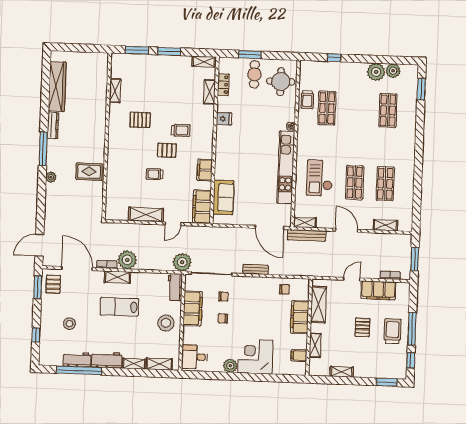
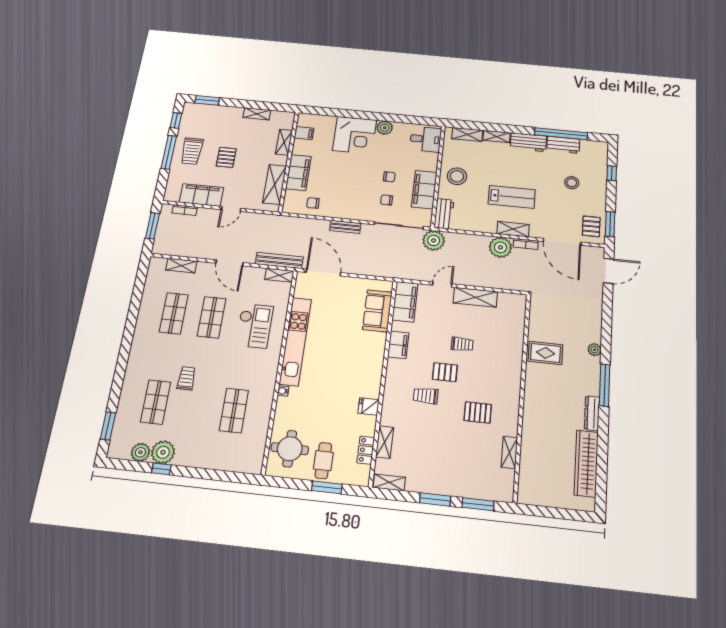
window: (334, 58) -> (161, 469), moved
trolley: (307, 100) -> (186, 378), moved

